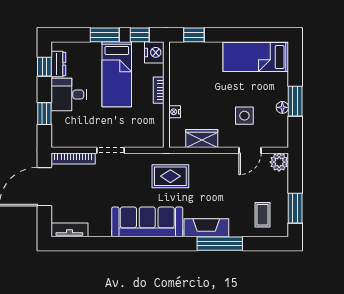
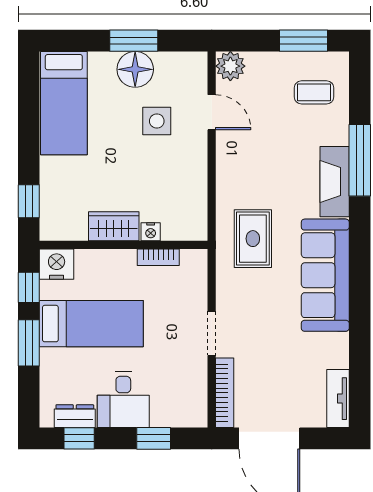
bookcase: (159, 90) -> (158, 257), moved
floor lamp: (282, 107) -> (135, 69), width x1.89, depth x1.89
wardrobe: (202, 139) -> (114, 226), moved, turned 90

